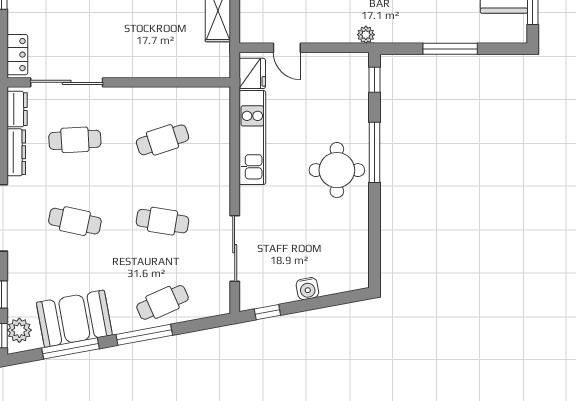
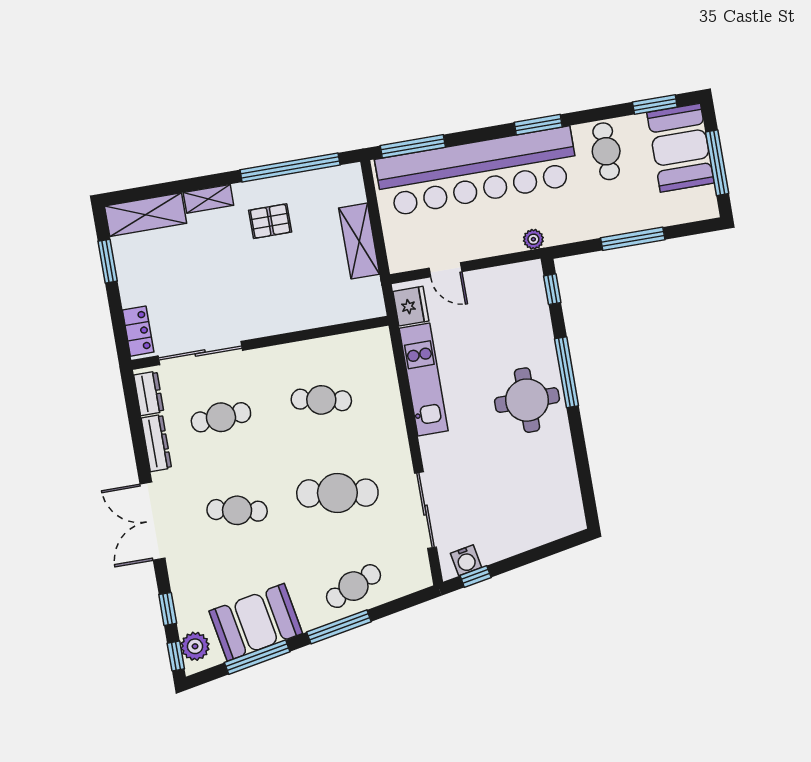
cafe table: (162, 140) -> (321, 400), turned 30
cafe table: (162, 221) -> (337, 493), width x1.37, depth x1.35
water cooler: (307, 289) -> (466, 560), moved

